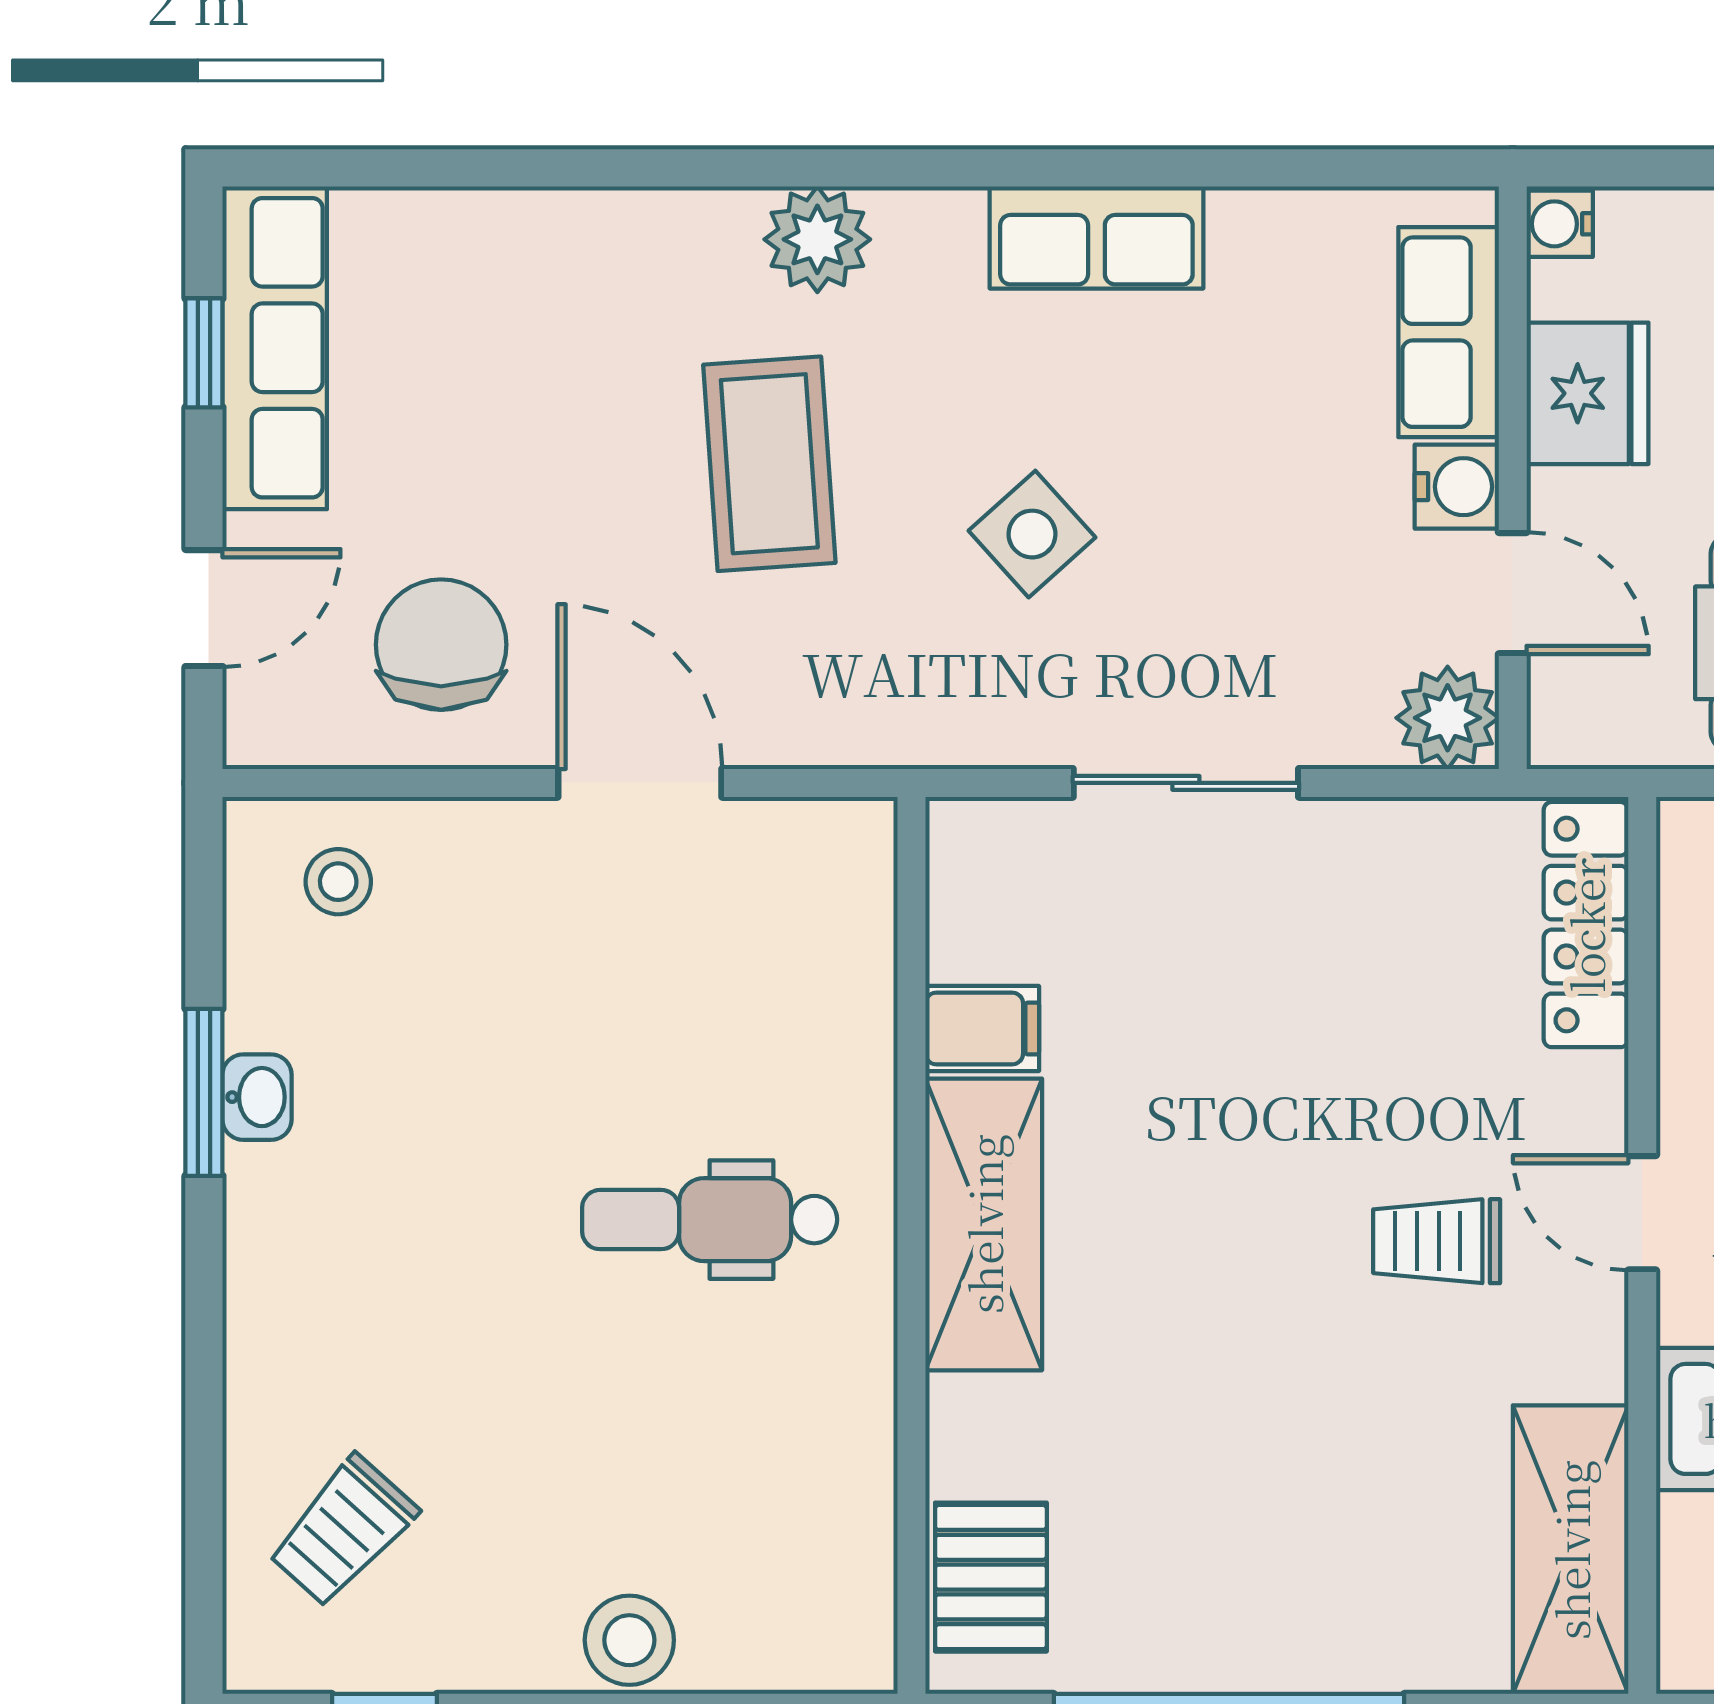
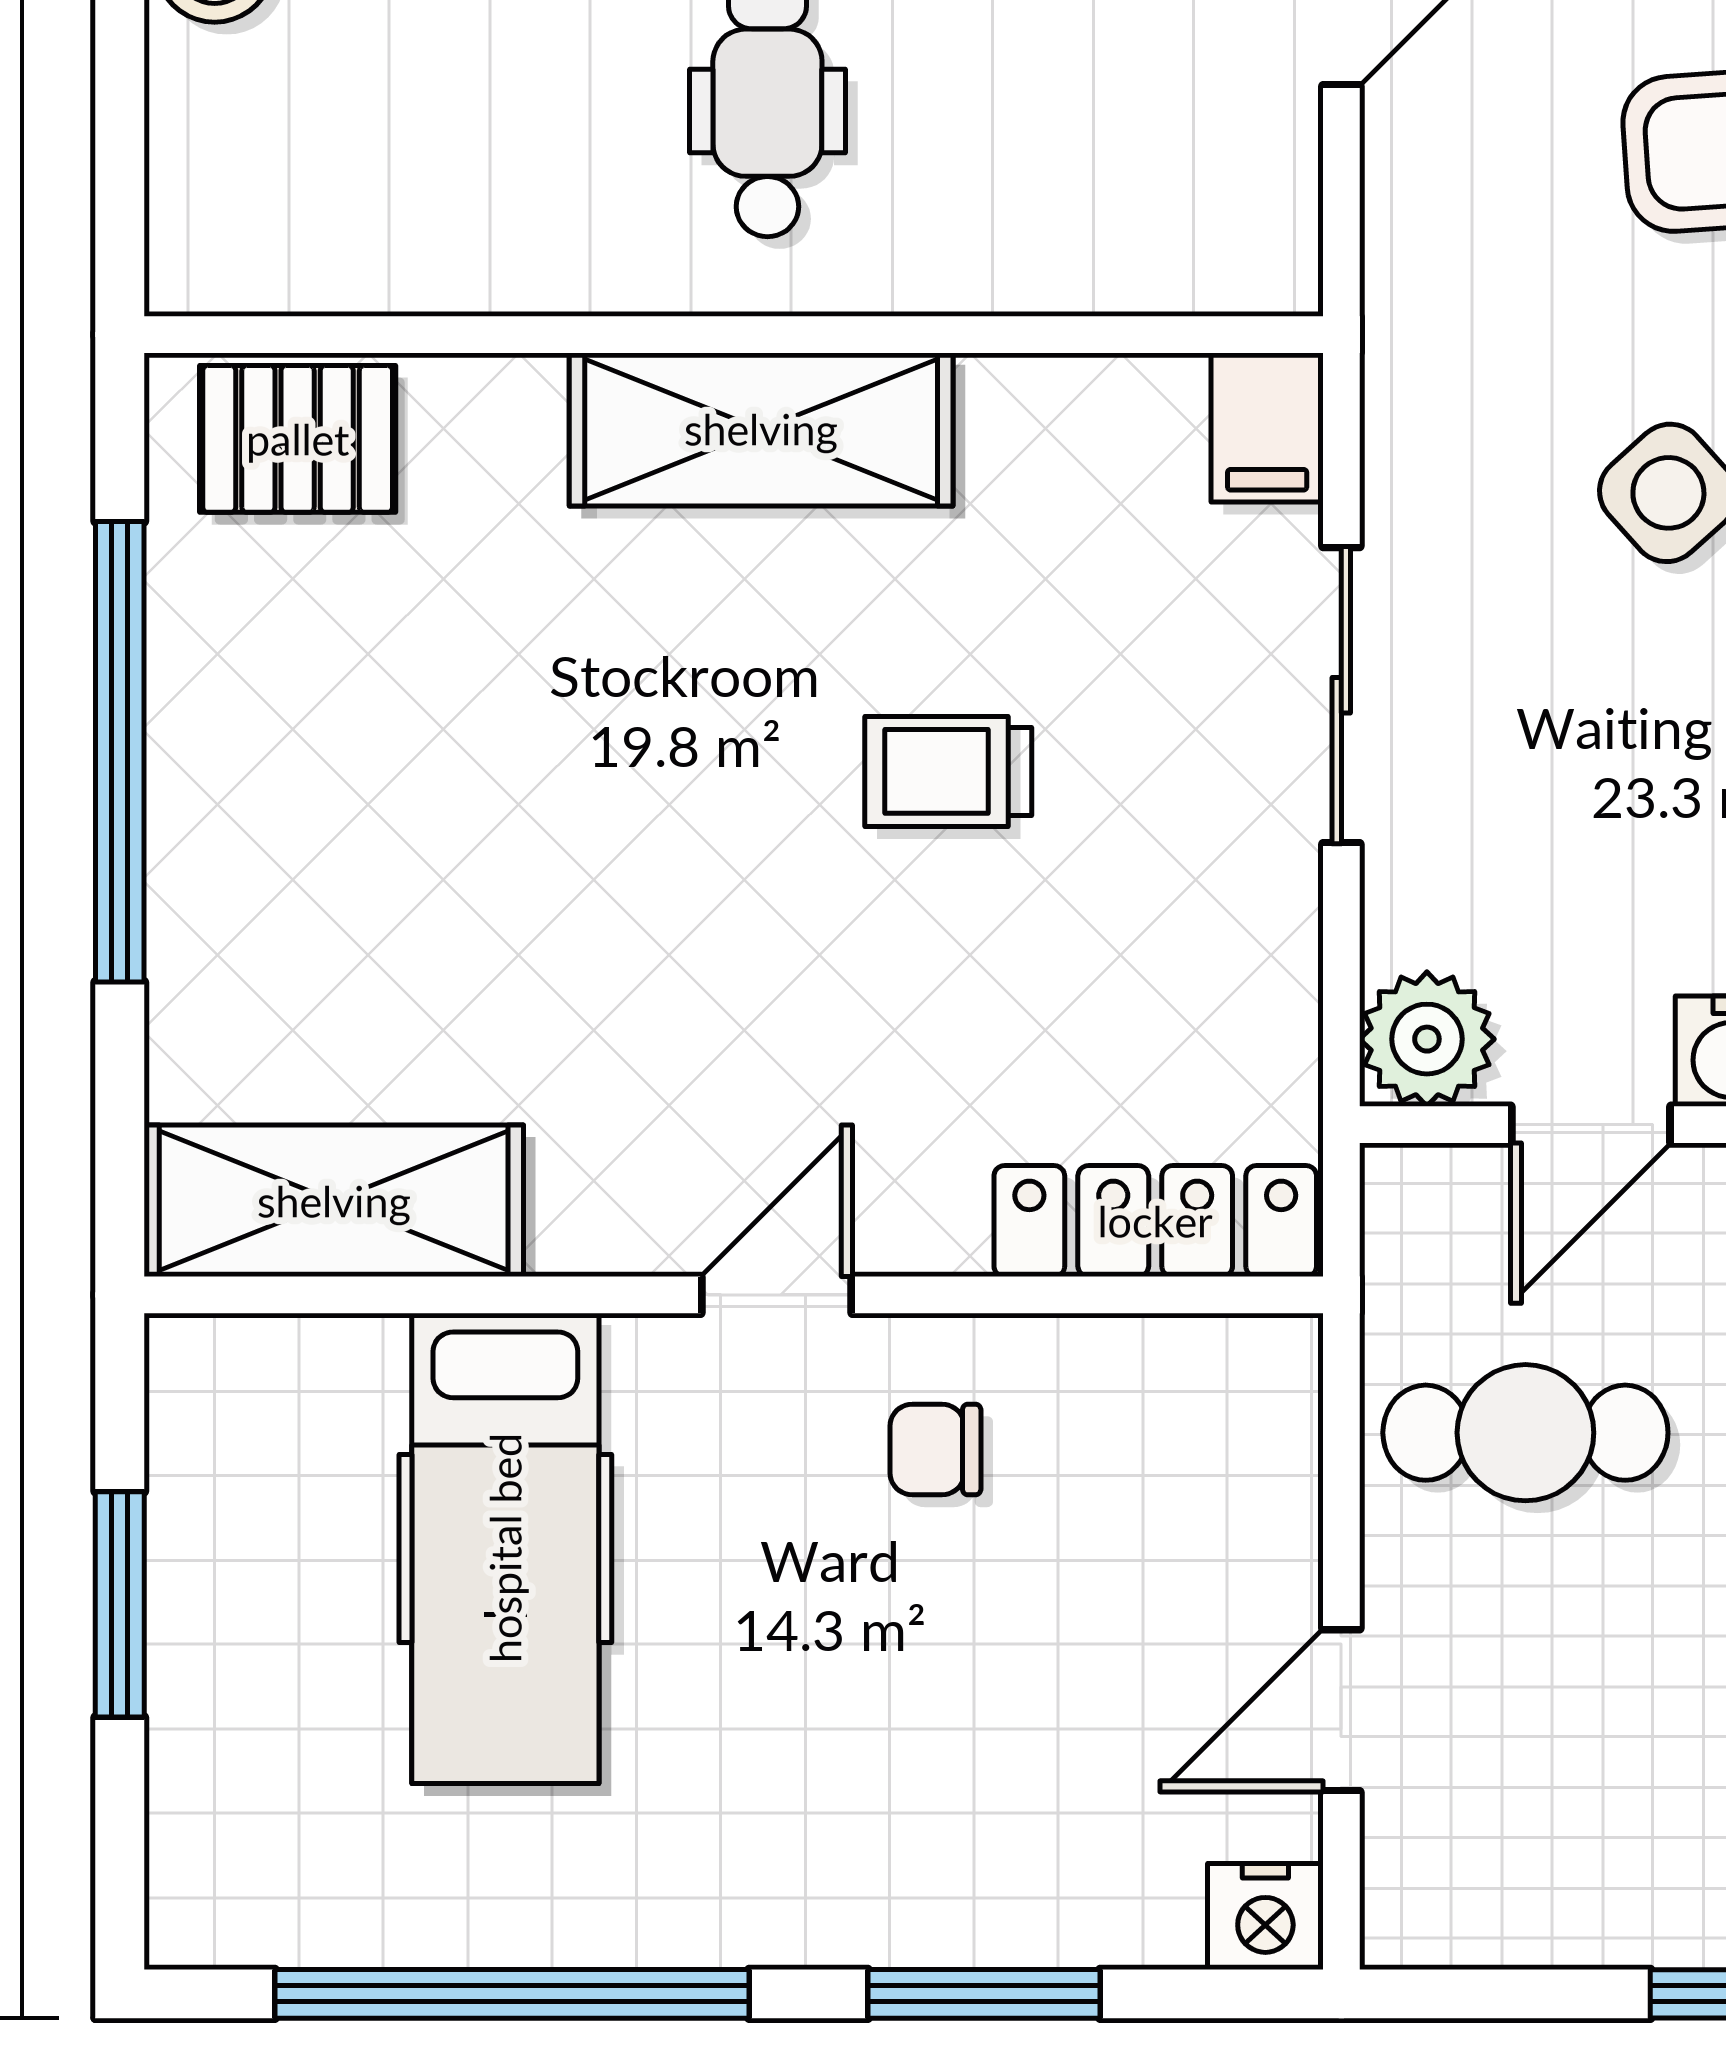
filing cabinet: (982, 1028) -> (1267, 427), moved
trolley: (1437, 1241) -> (948, 771), moved, turned -90

